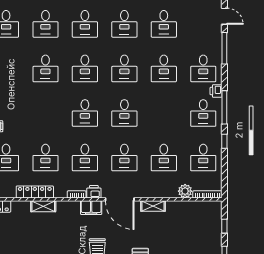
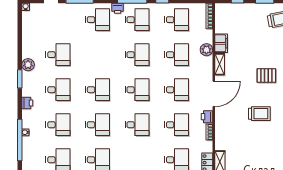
desk: (164, 68) -> (137, 55), moved
plant: (185, 191) -> (206, 50), moved
filing cabinet: (91, 208) -> (221, 43), moved

